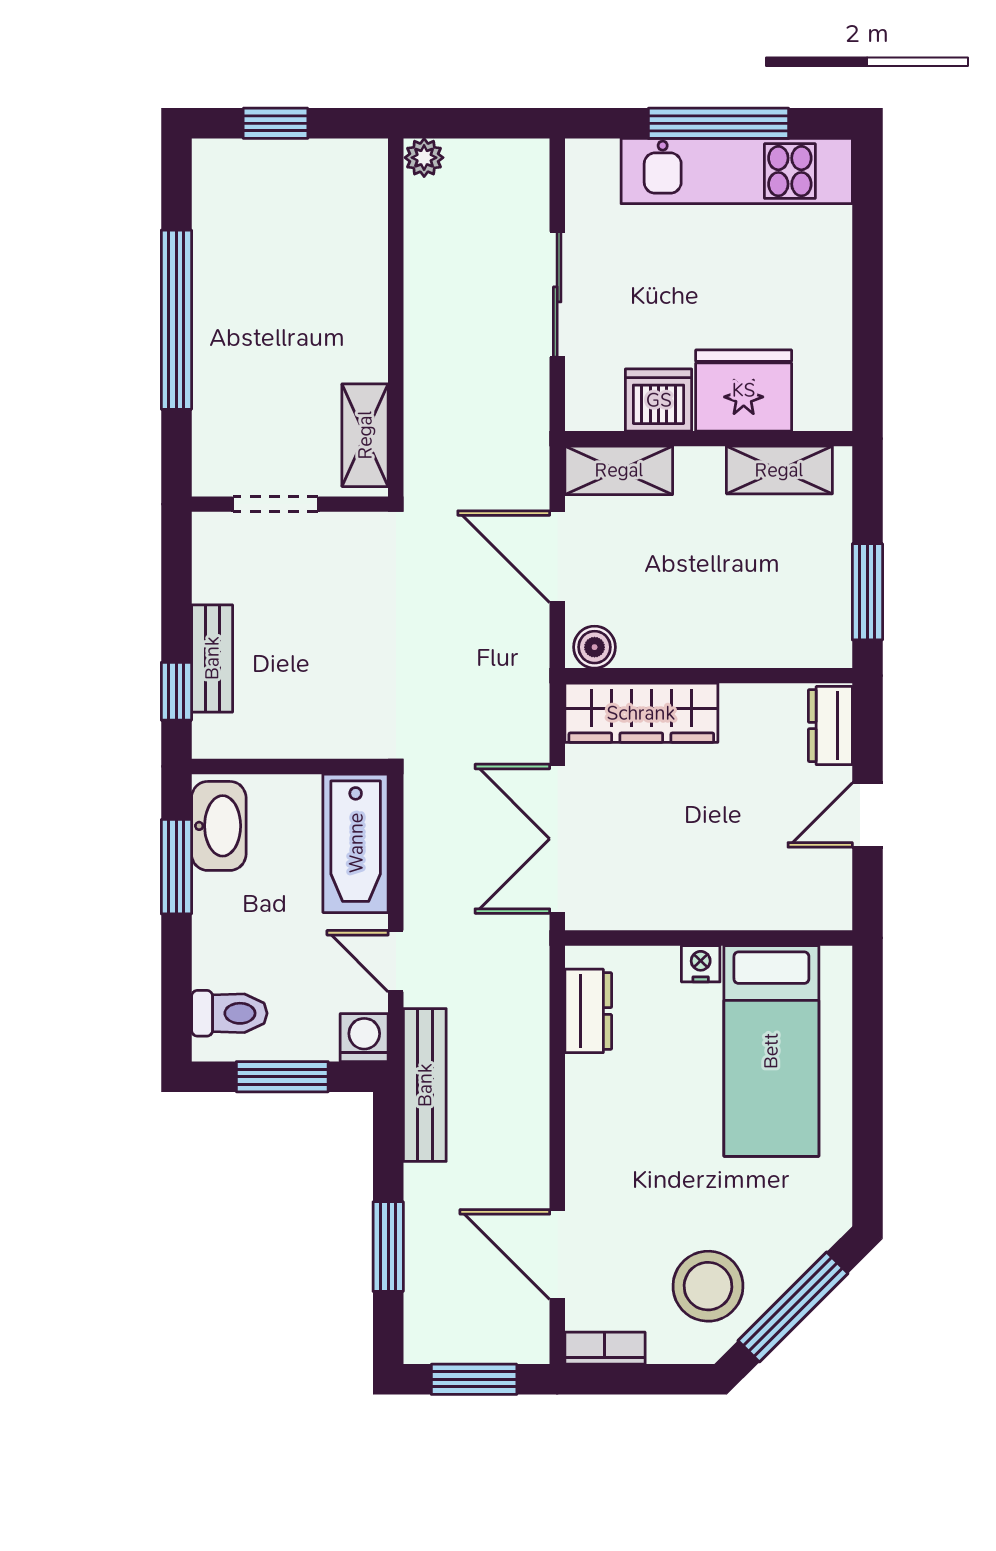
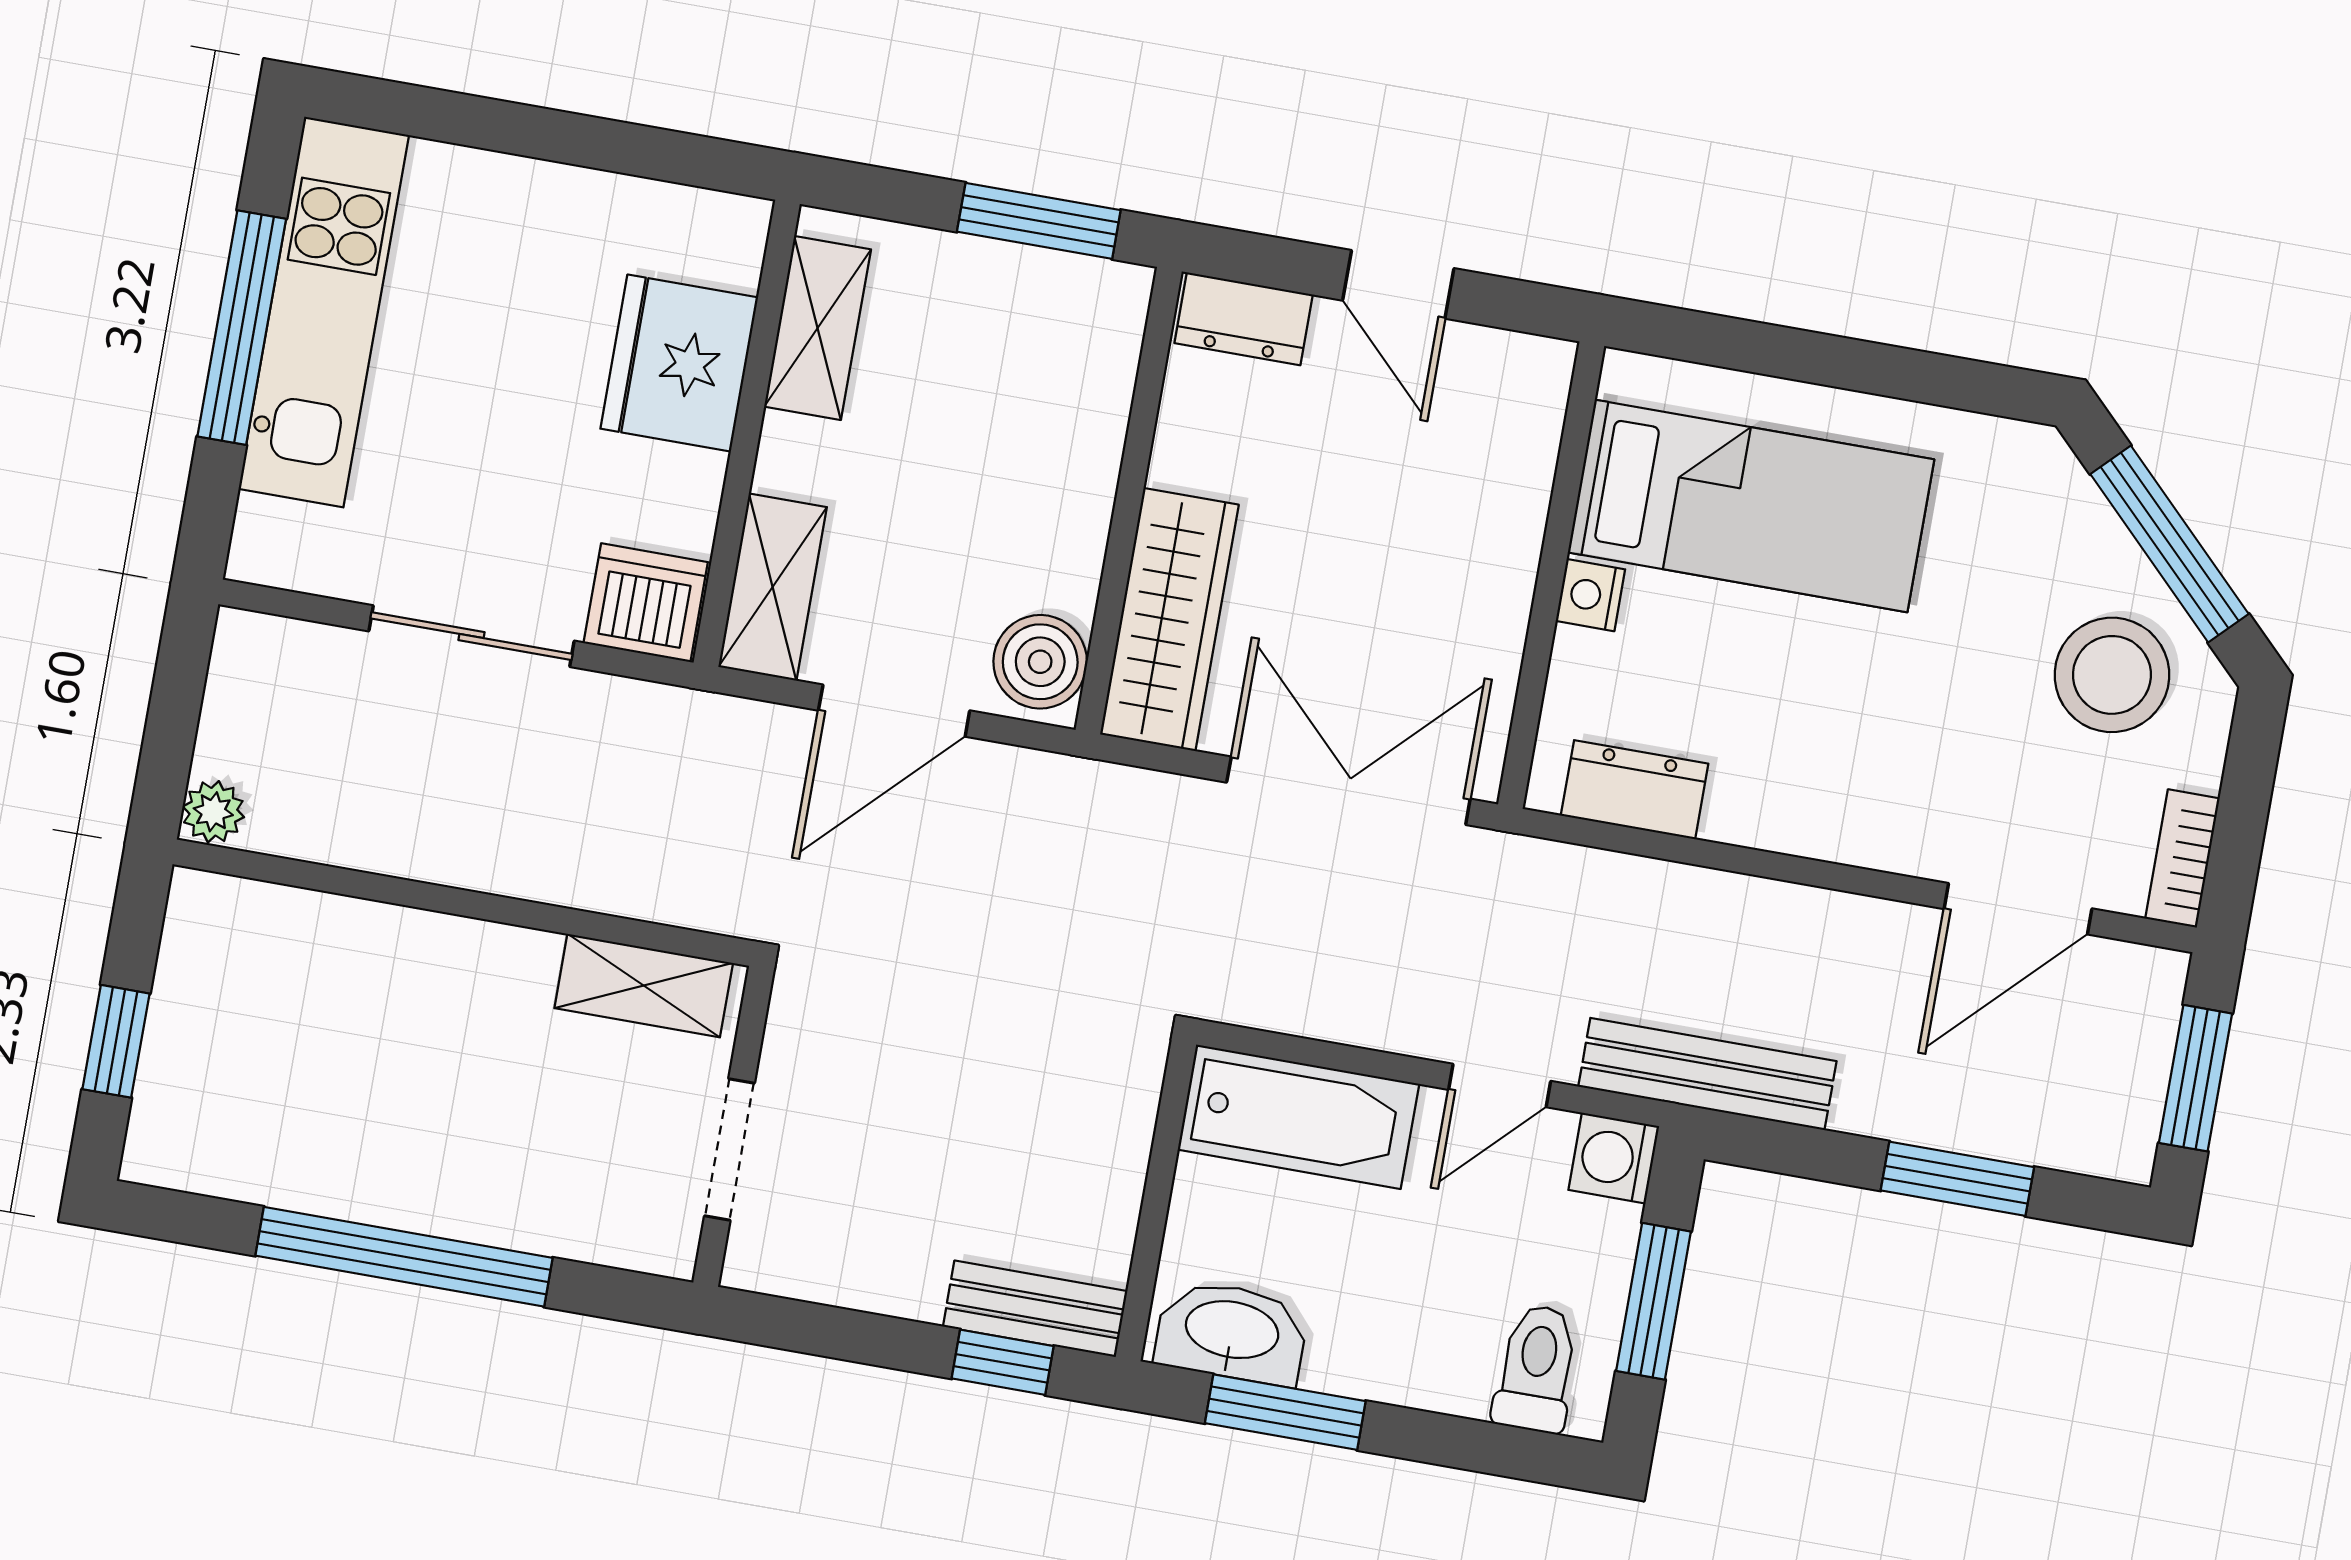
dishwasher: (659, 400) -> (646, 603), moved, turned 90
boiler: (595, 647) -> (1040, 662), width x1.36, depth x1.36
bench: (212, 658) -> (1035, 1309), moved
double door: (557, 839) -> (1348, 791), swing flipped

